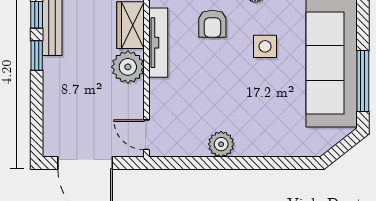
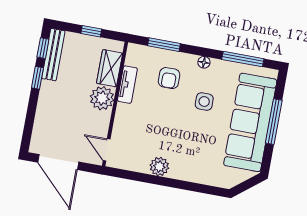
tv unit: (158, 43) -> (127, 85), width x0.71
window: (363, 81) -> (274, 122), moved

